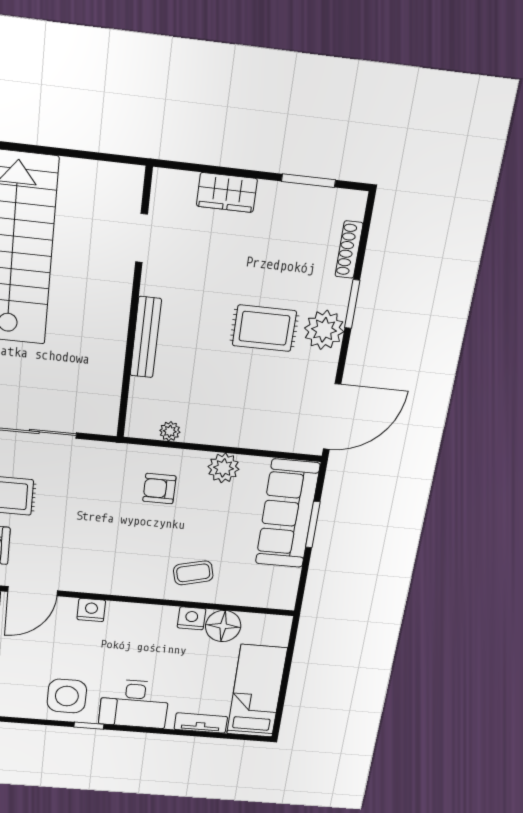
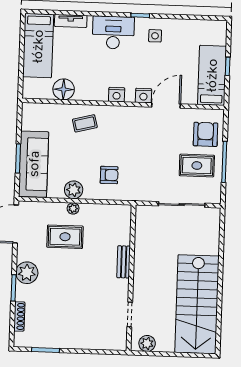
plant: (112, 178) -> (147, 343), added
wardrobe: (227, 192) -> (87, 341), removed
rug: (264, 328) -> (65, 237), moved
bench: (146, 337) -> (124, 262), width x0.73
plant: (170, 431) -> (73, 208), moved
door: (33, 591) -> (166, 105), moved
nightstand: (192, 618) -> (117, 95), moved
side table: (67, 696) -> (155, 36), width x0.54, depth x0.54

